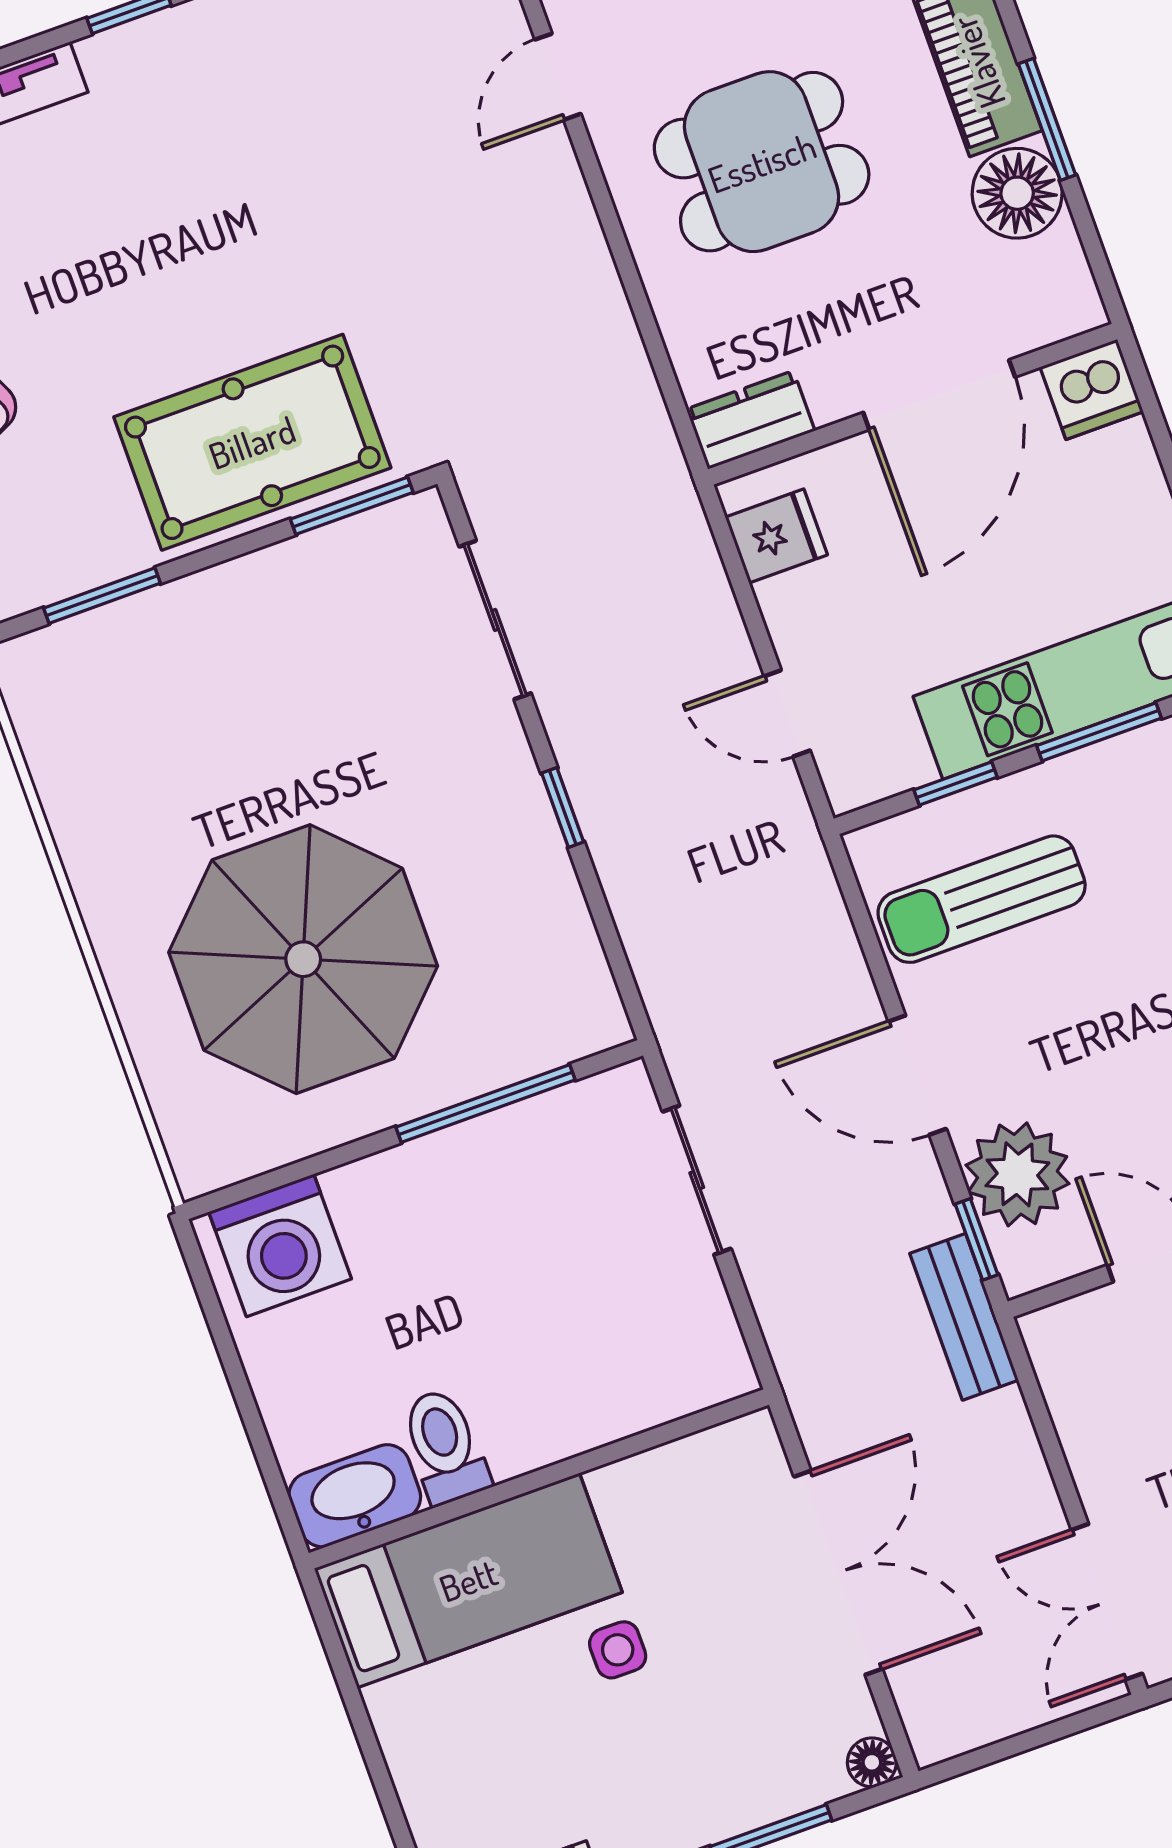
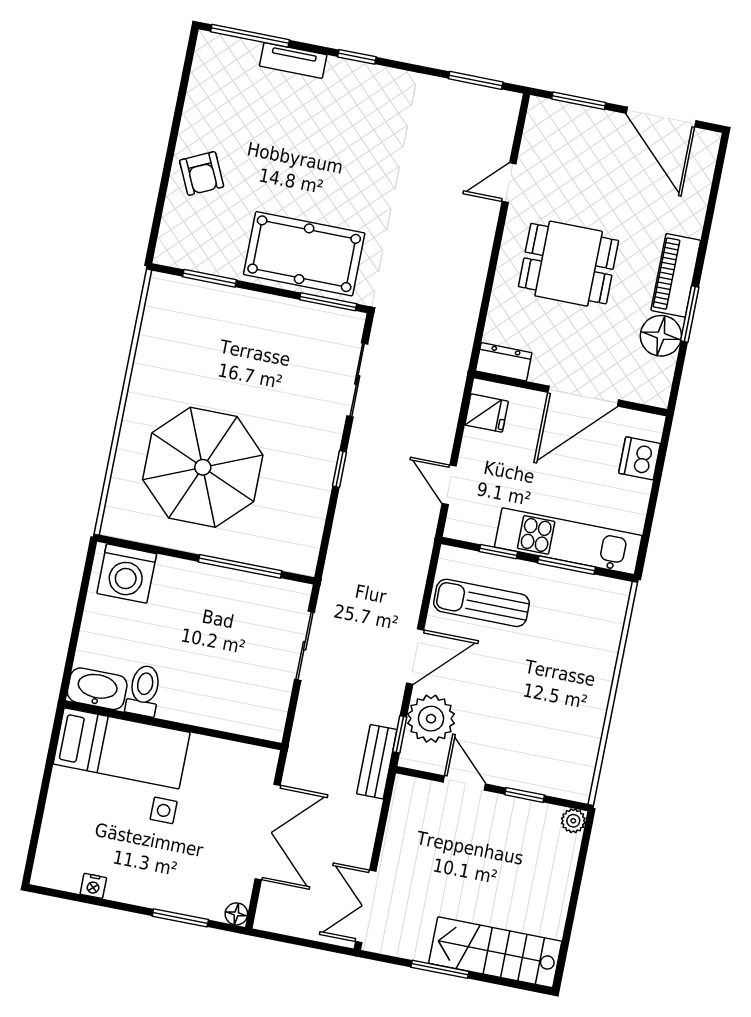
dishwasher: (1092, 389) -> (640, 458), moved, turned 90
door: (917, 1075) -> (415, 656), swing flipped

